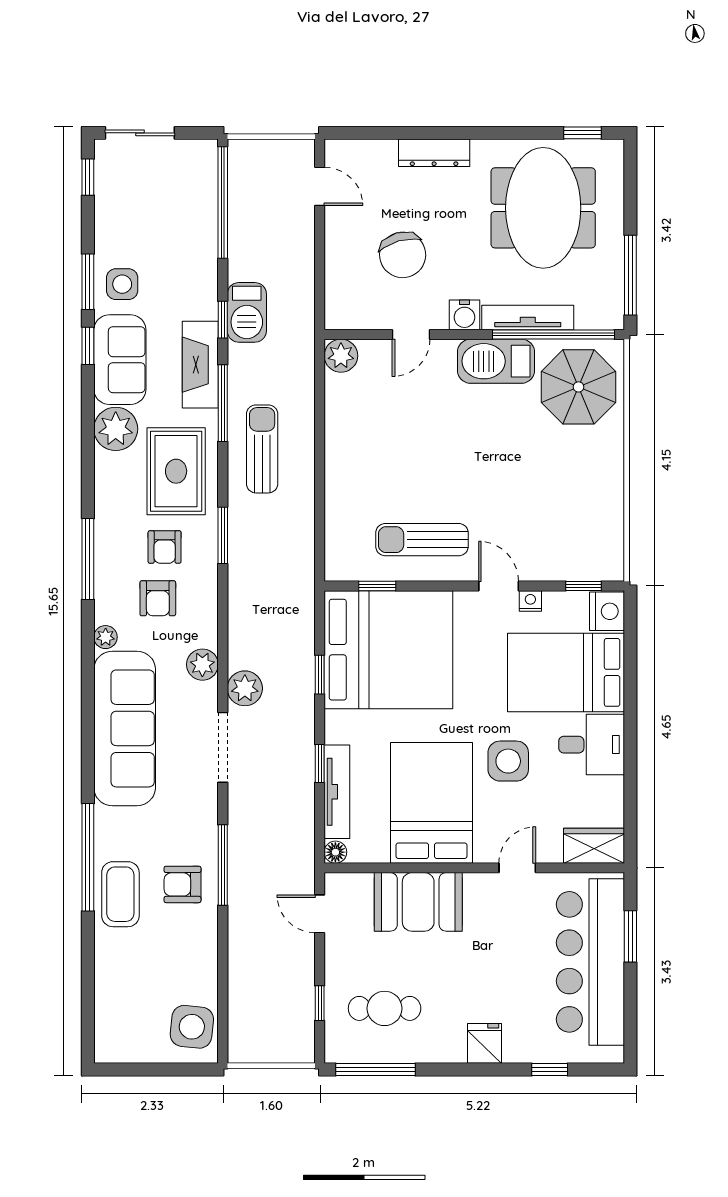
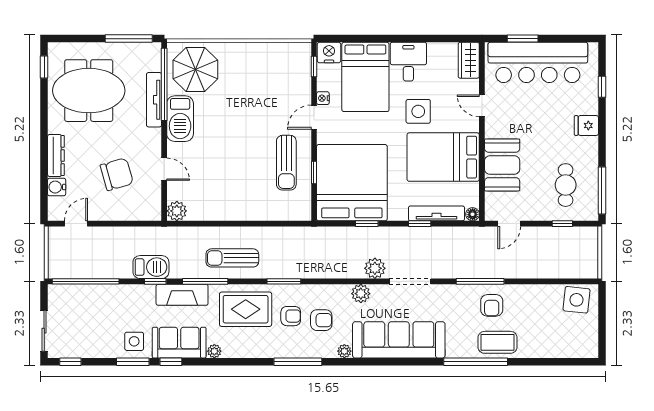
water cooler: (464, 315) -> (57, 187), moved, turned 180
plant: (116, 429) -> (214, 351), width x0.53, depth x0.53
window: (377, 586) -> (314, 173), moved

